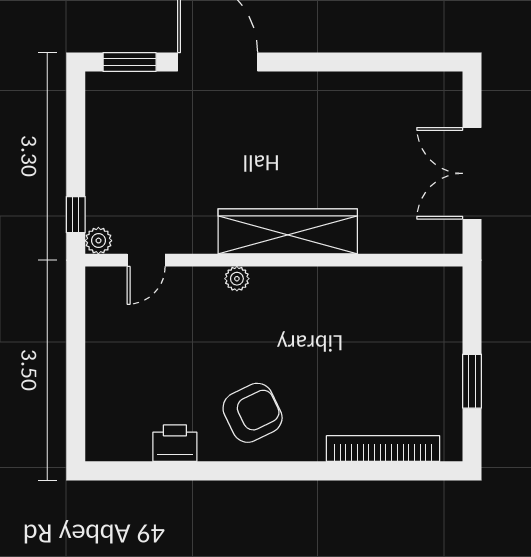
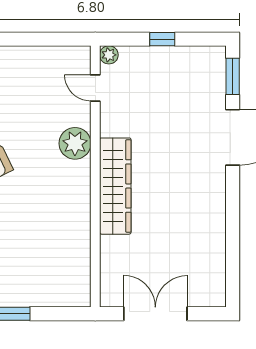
window: (76, 215) -> (162, 39), moved
plant: (237, 279) -> (75, 143), width x1.88, depth x1.88

